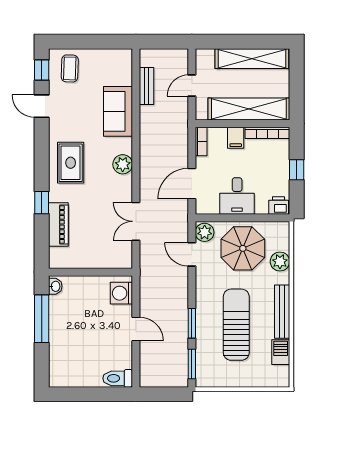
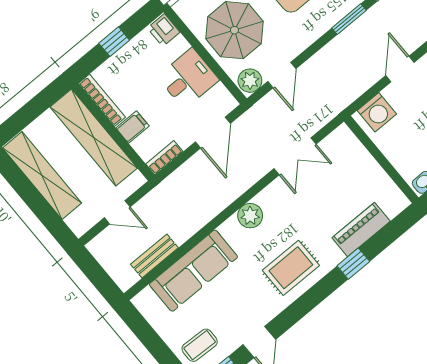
sofa: (118, 111) -> (193, 271), width x1.36
door: (192, 184) -> (213, 133), hinge flipped

